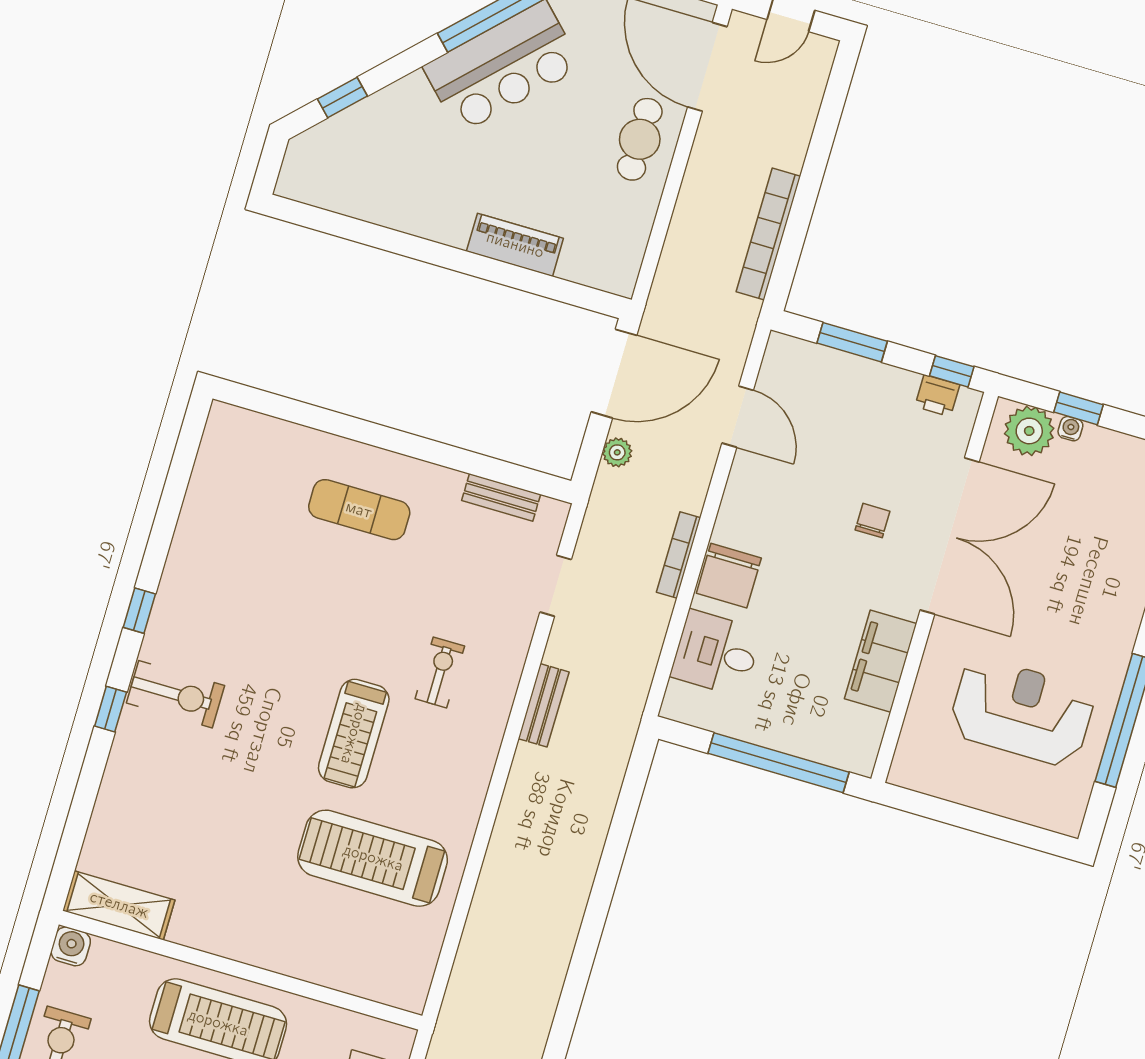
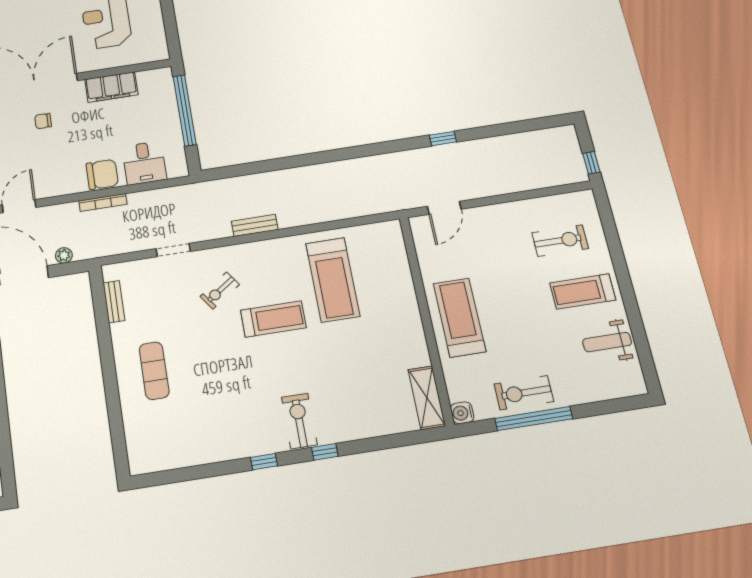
doorway: (556, 586) -> (173, 250), moved
exercise bike: (440, 672) -> (220, 290), turned -35
bench: (544, 705) -> (255, 225), moved

